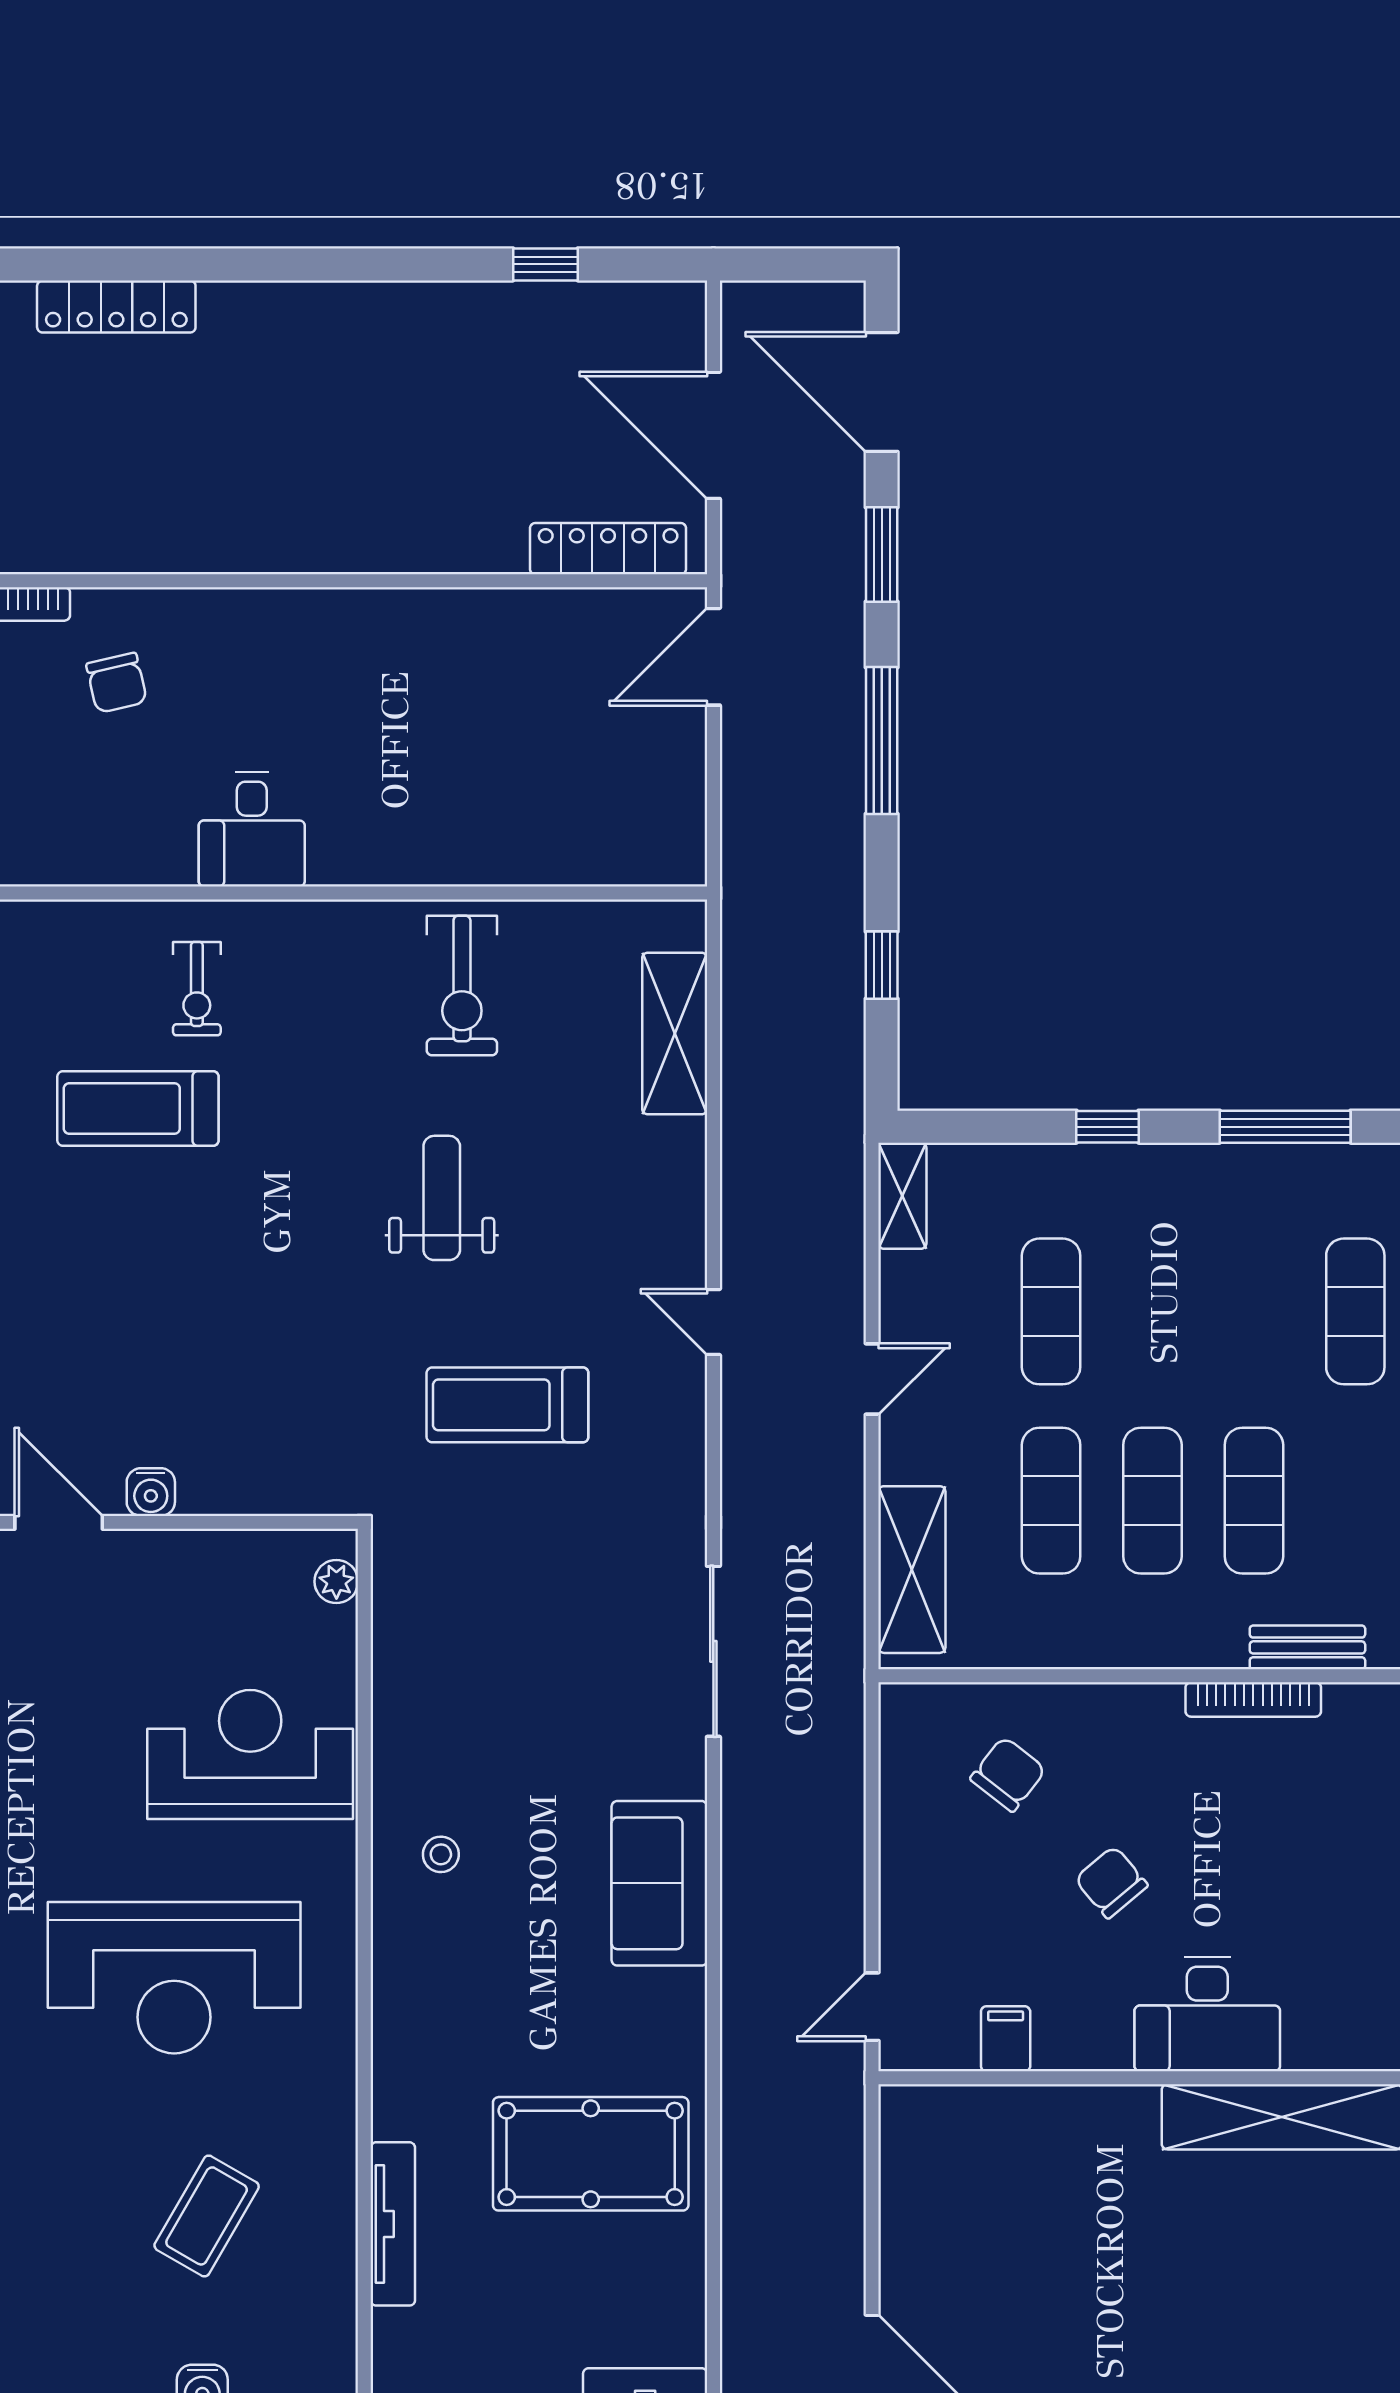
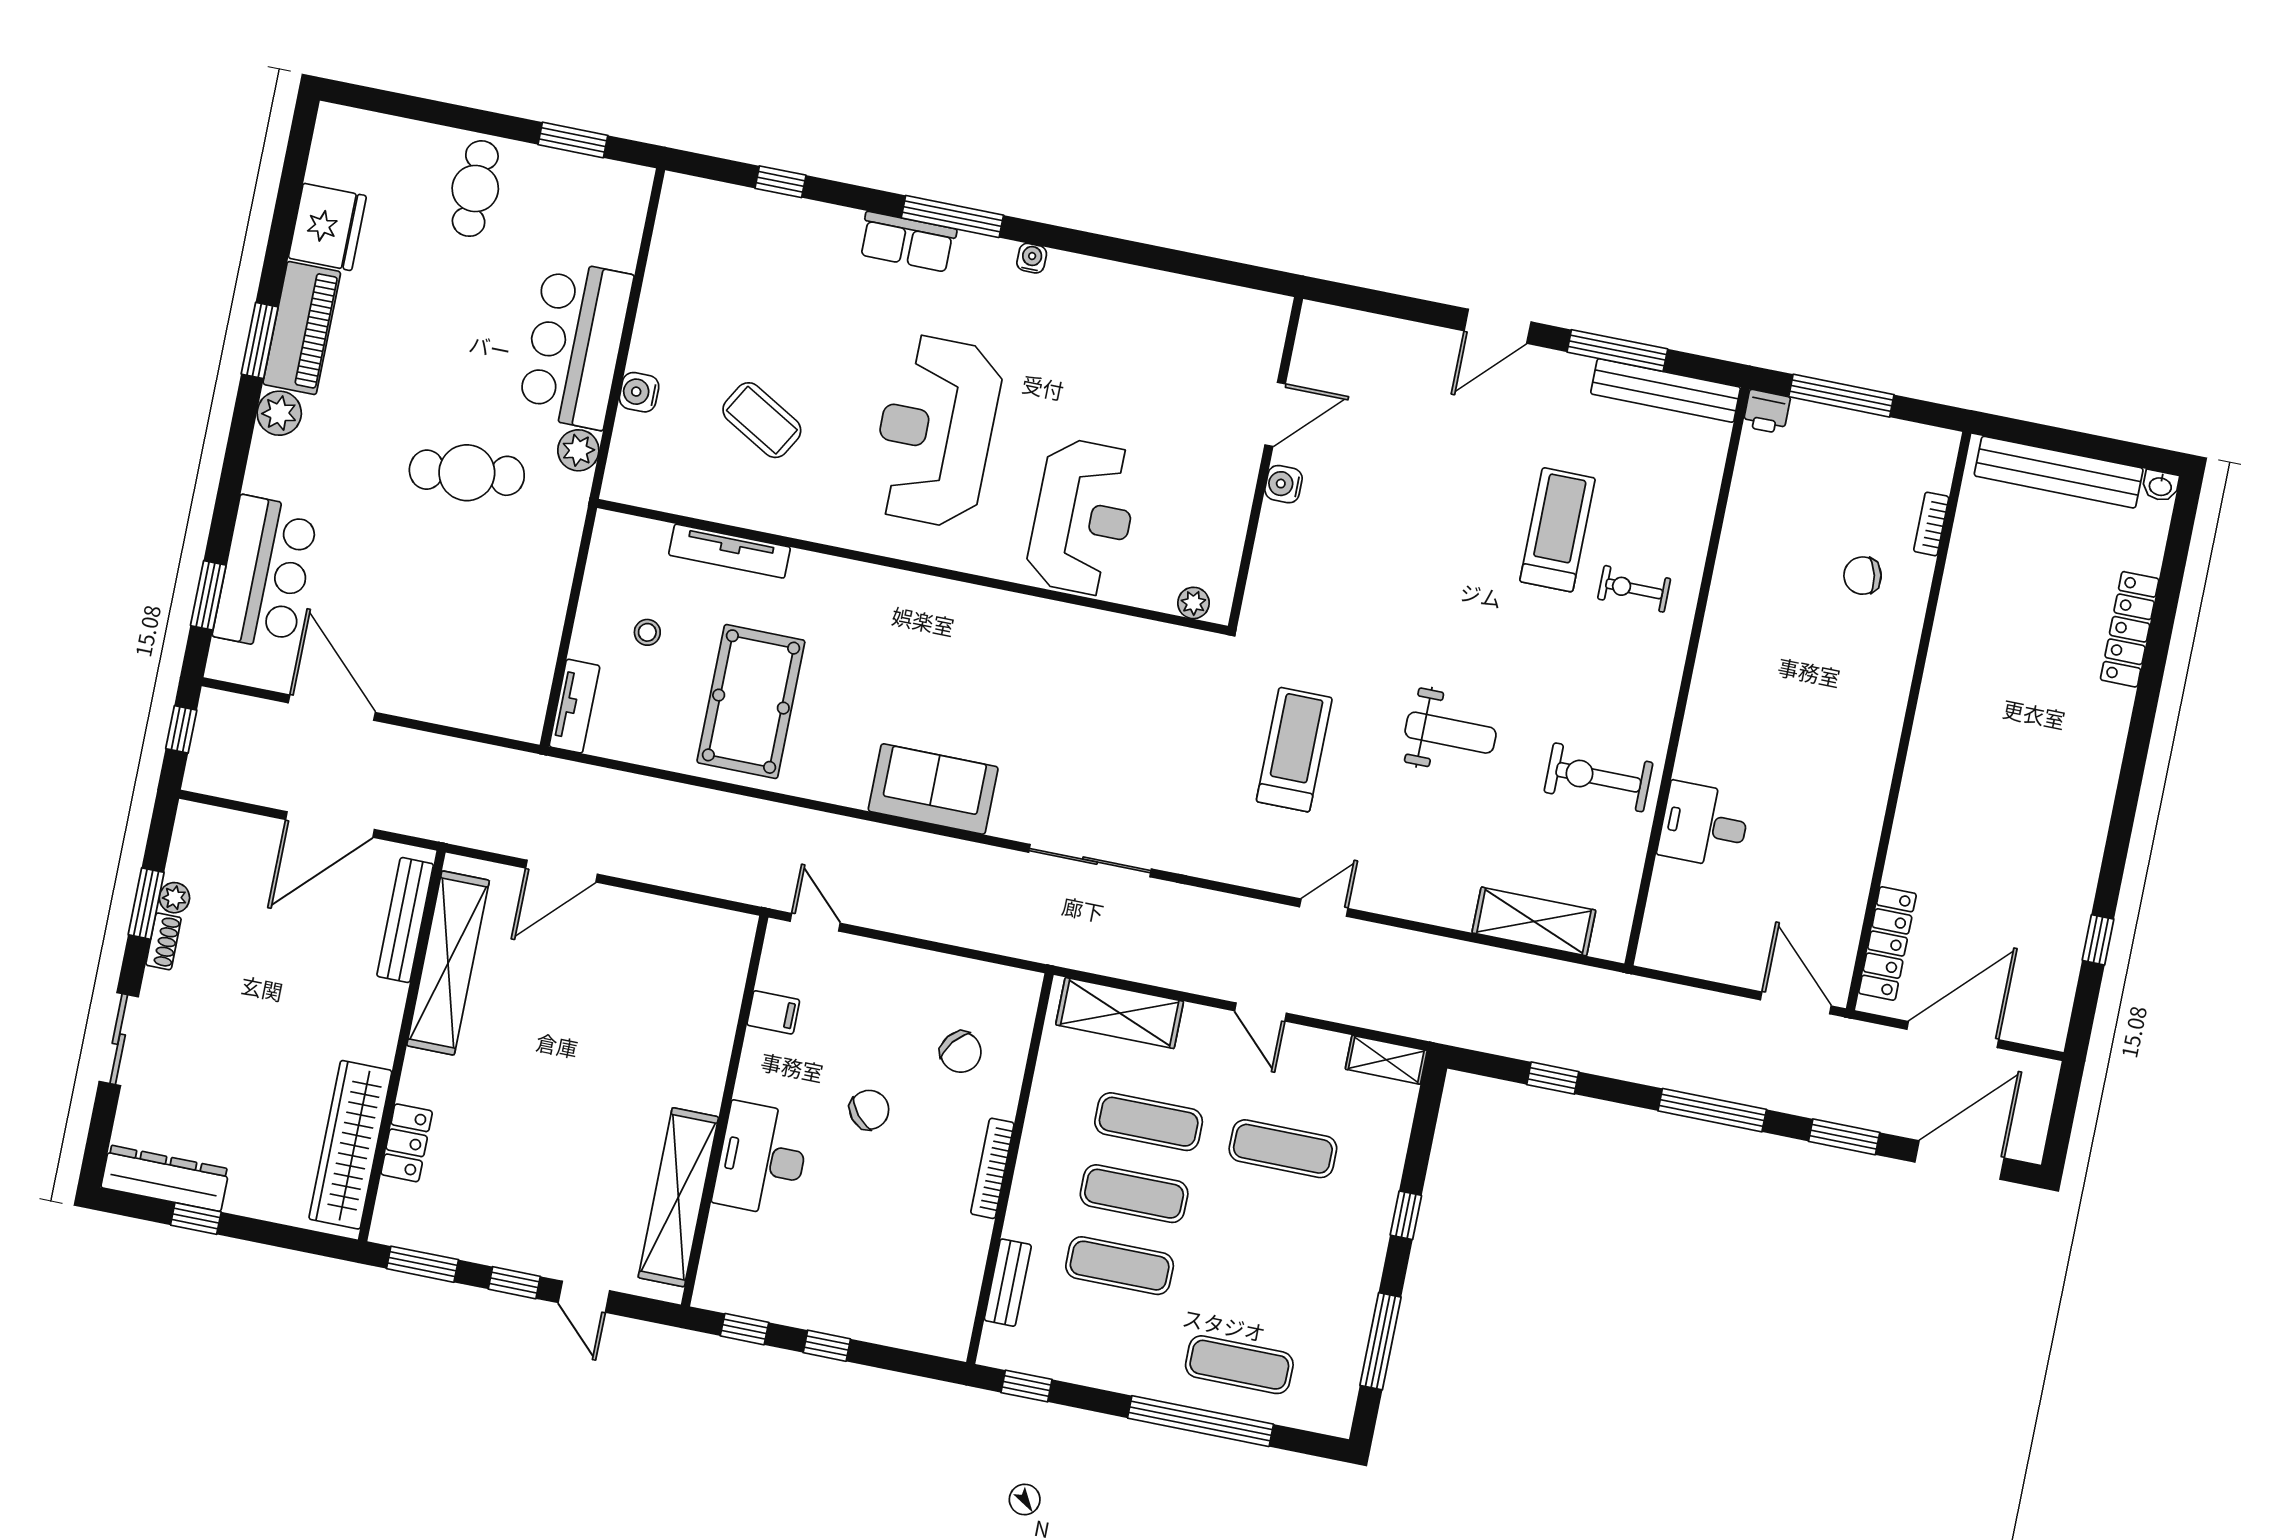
desk: (252, 829) -> (1704, 825), moved
bookcase: (1253, 1699) -> (992, 1168), moved
stool: (441, 1854) -> (647, 632), moved

